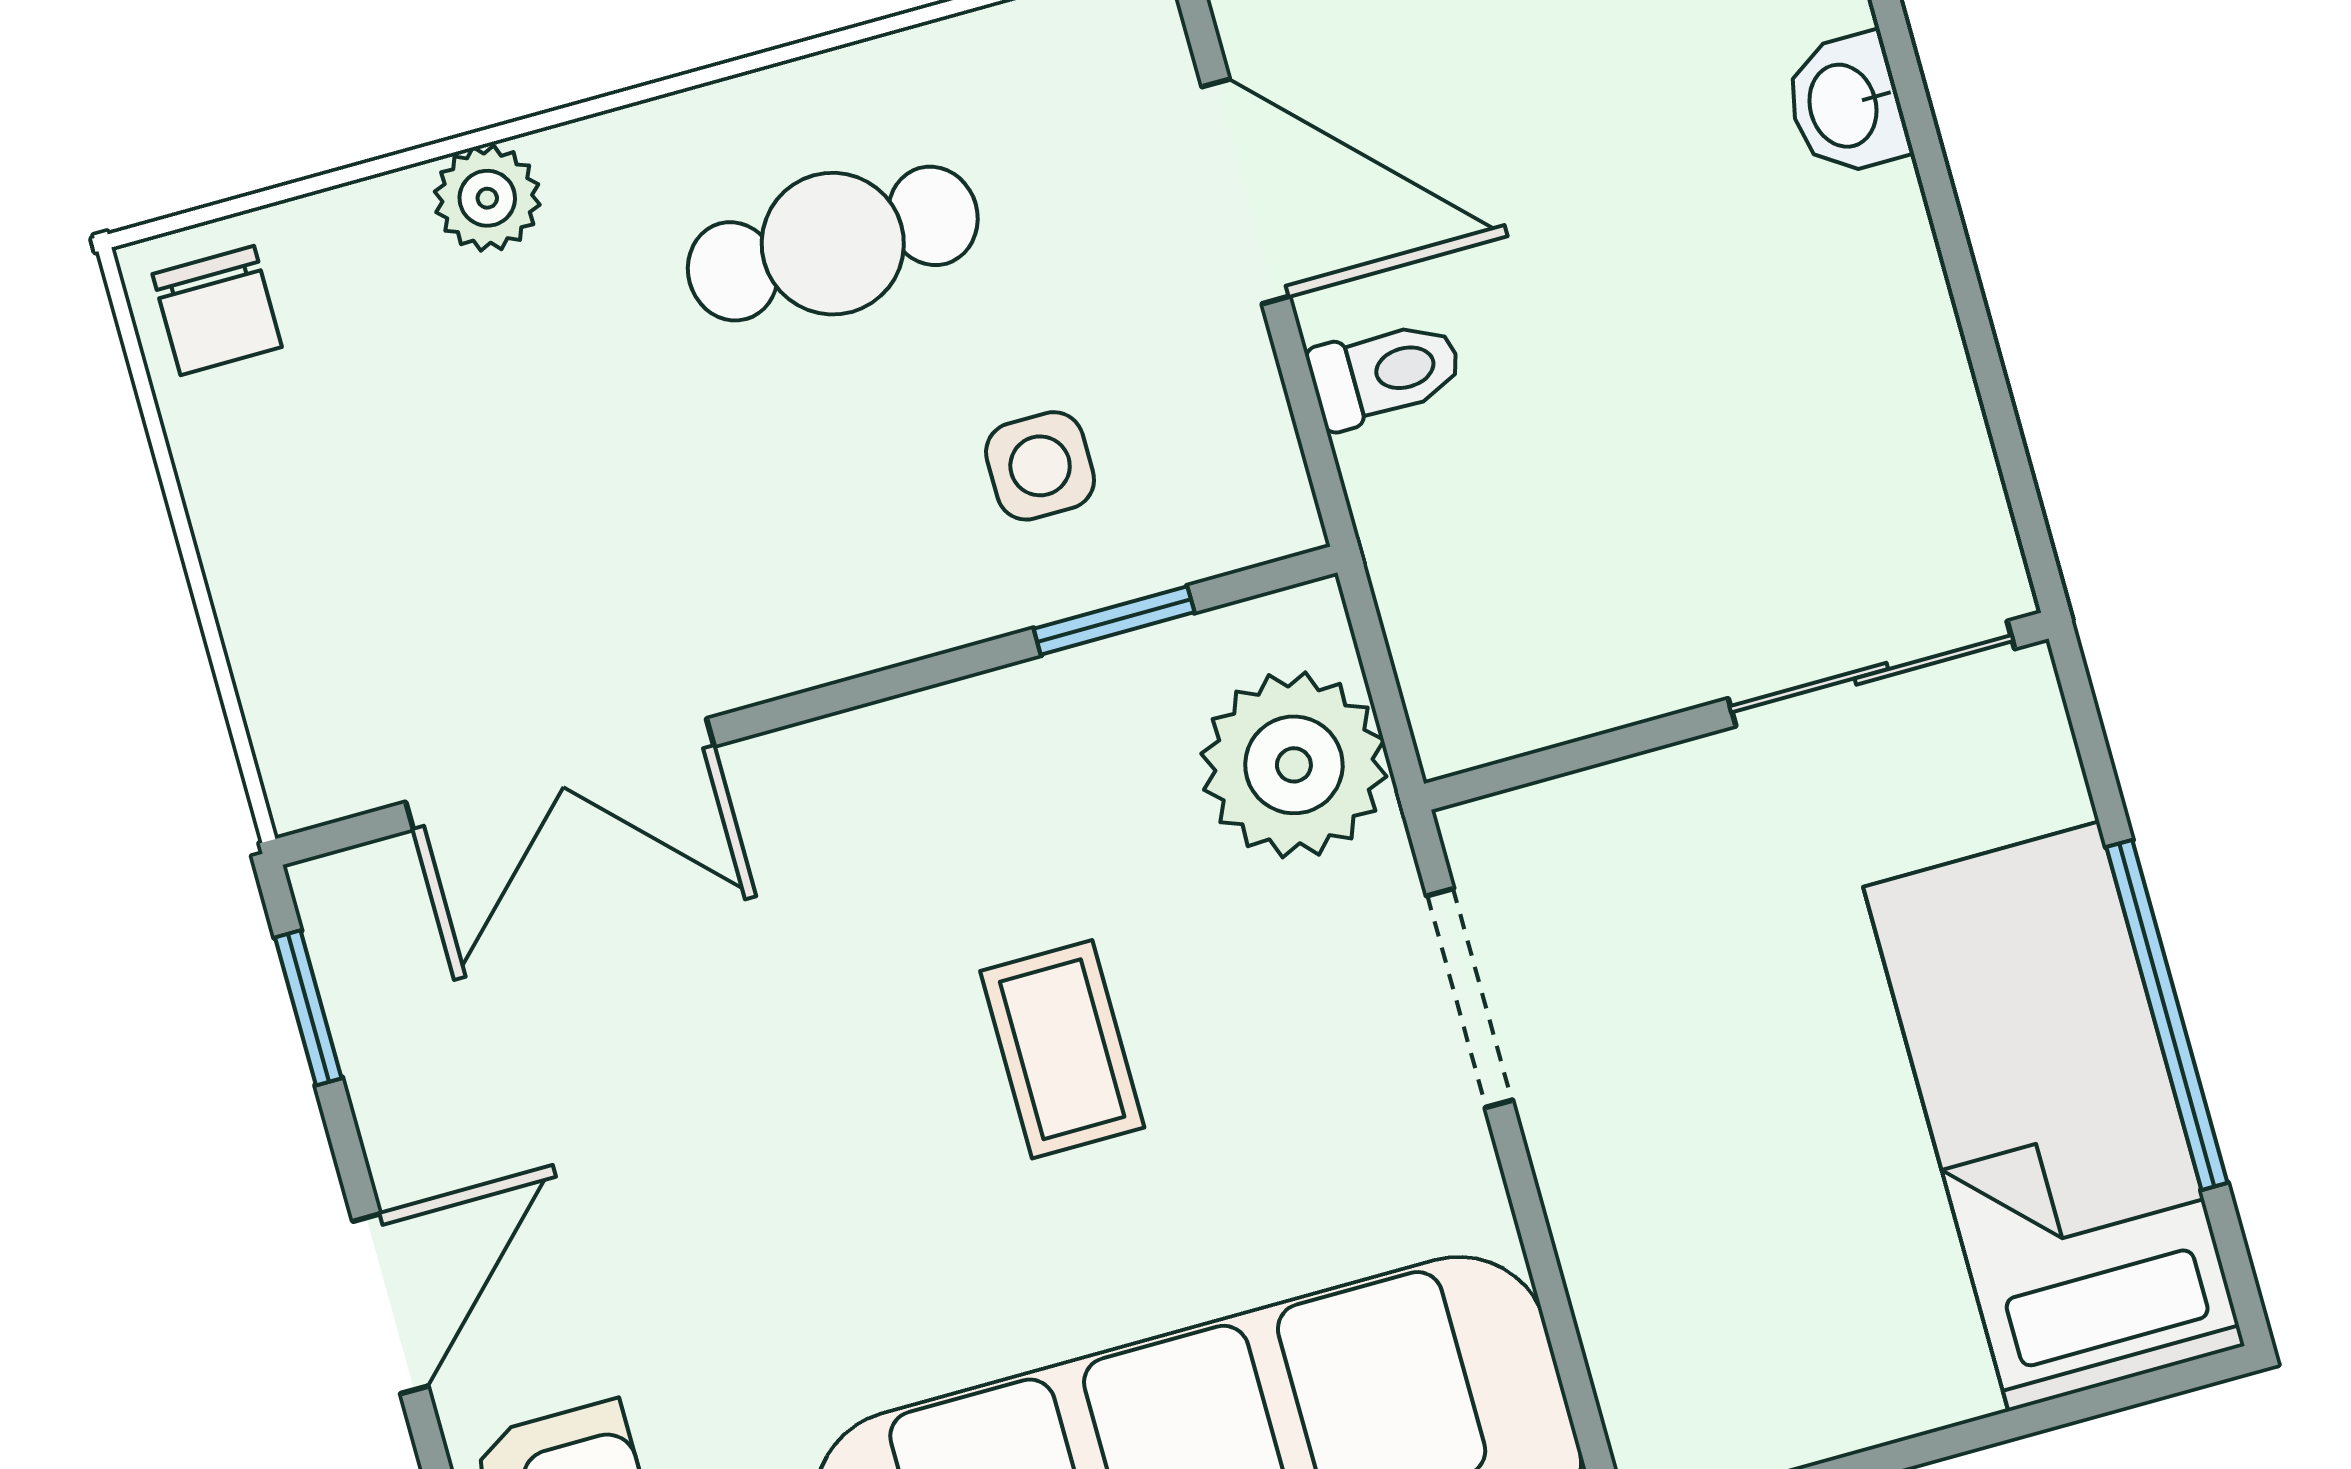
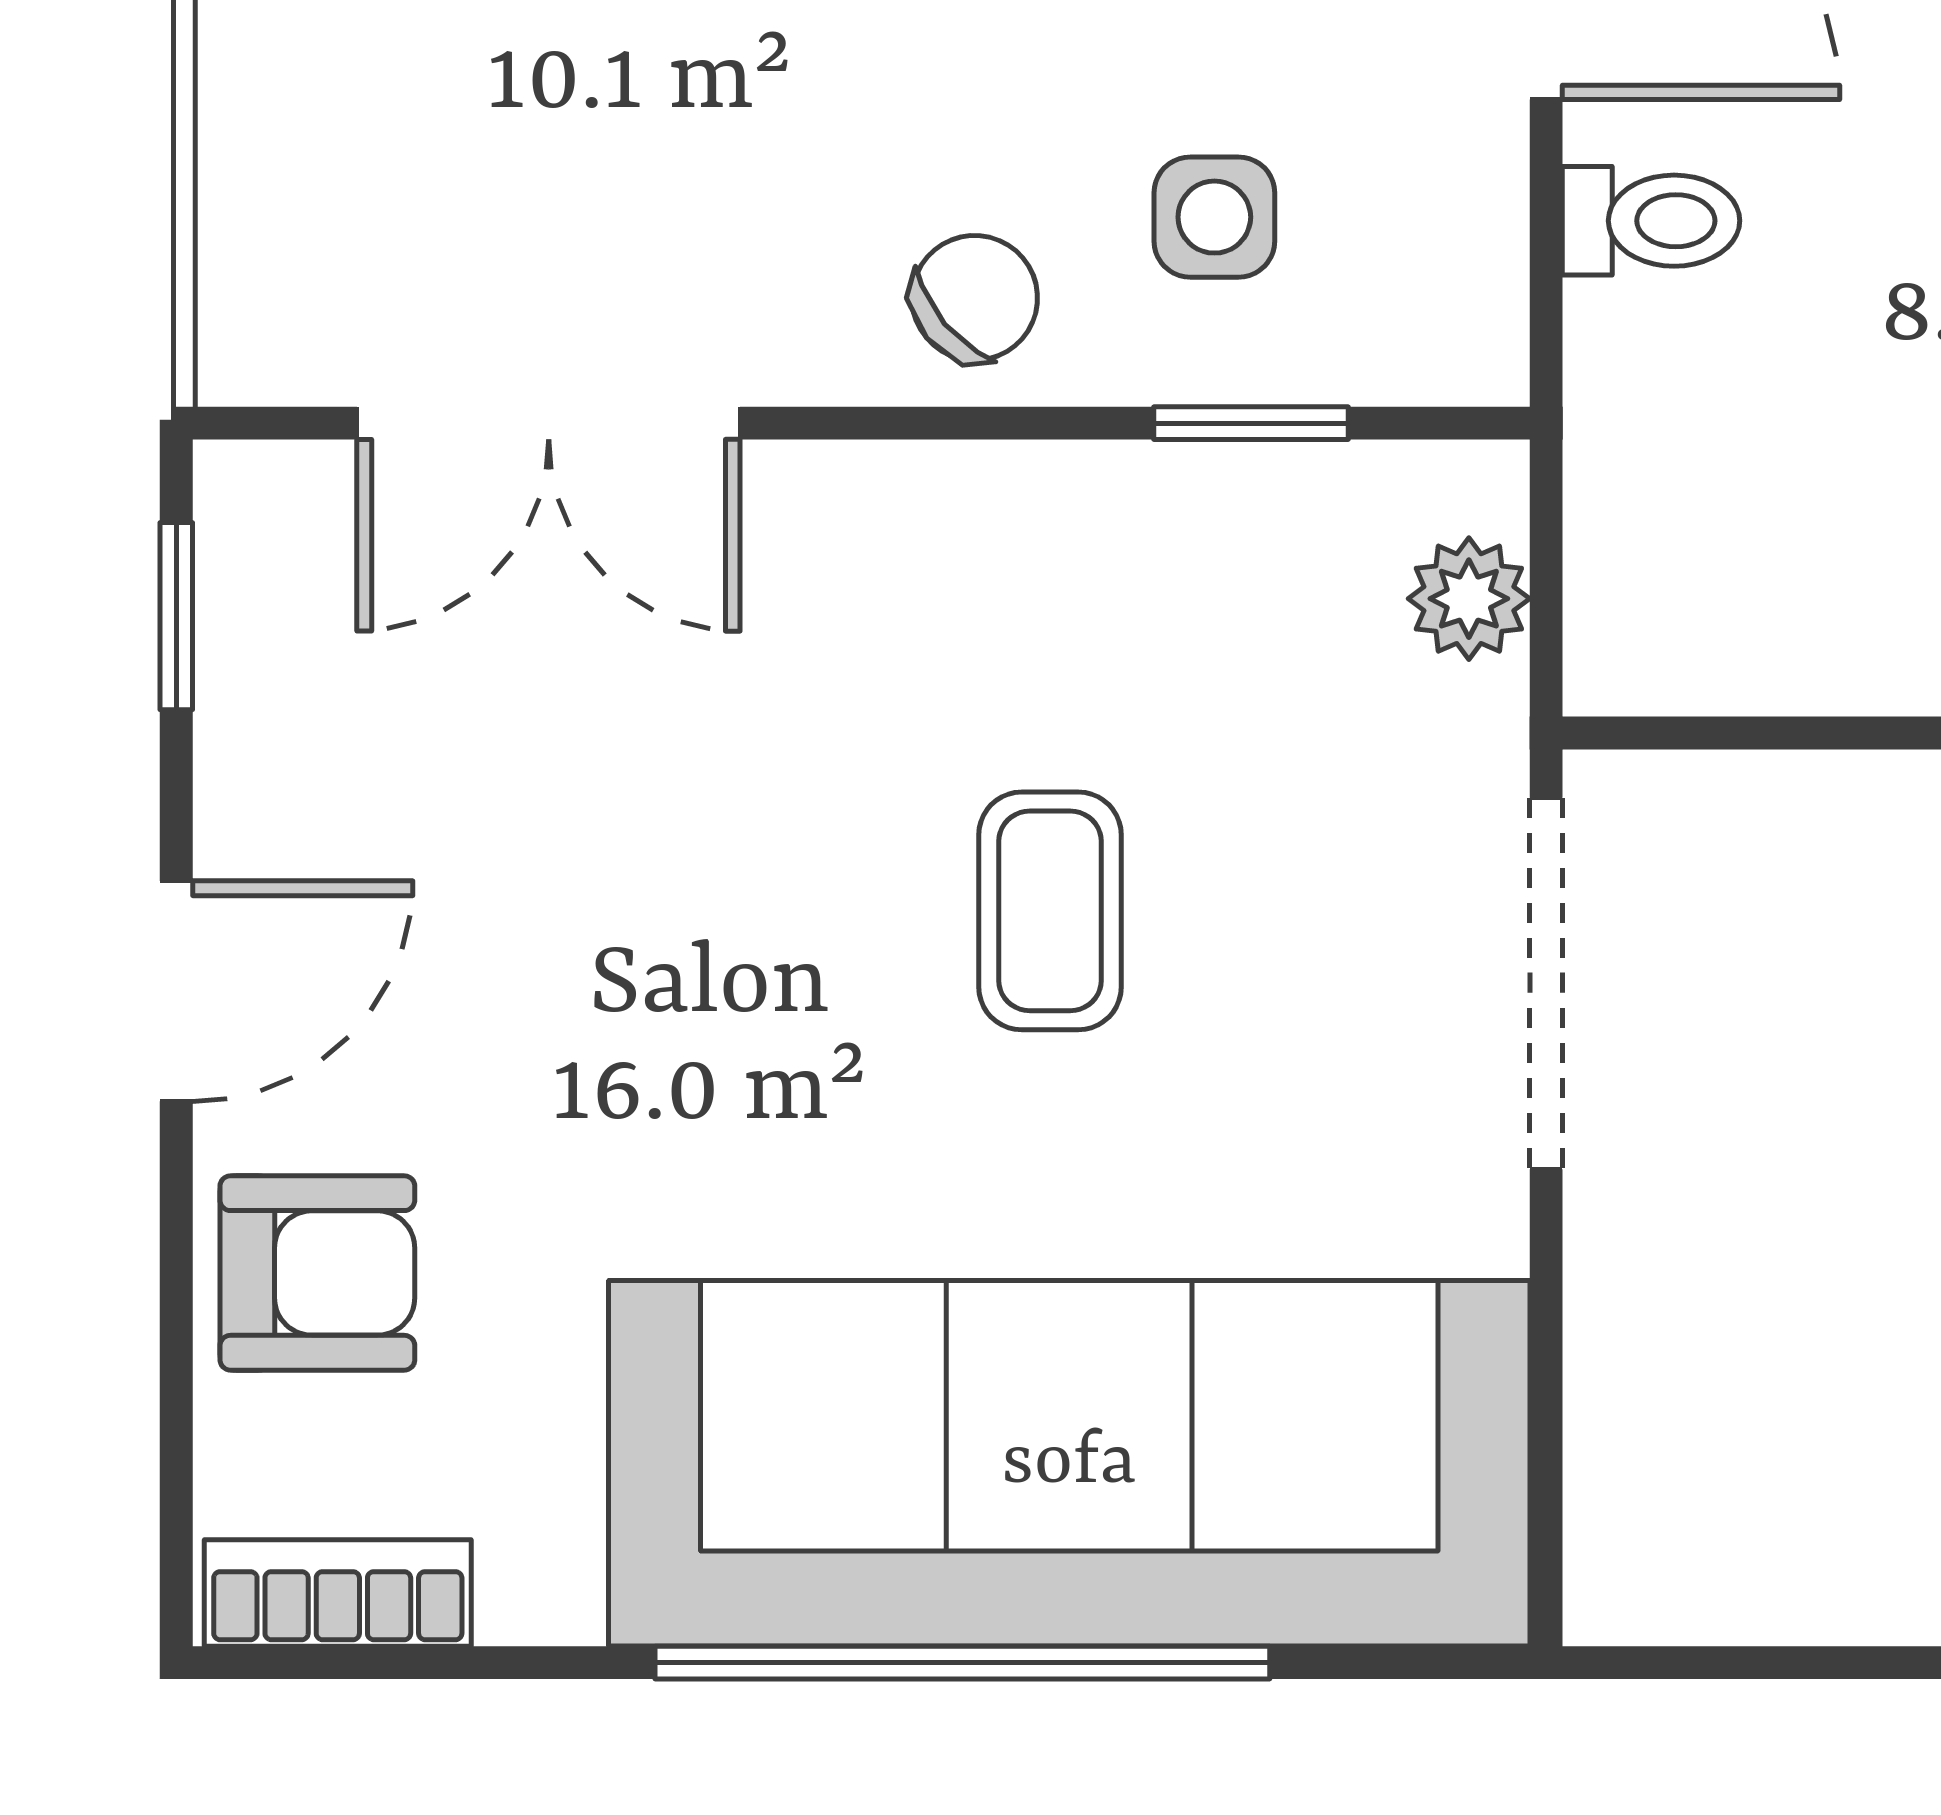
chair: (869, 582) -> (975, 298), added
plant: (1294, 765) -> (1469, 599), width x0.53, depth x0.53
doorway: (1469, 998) -> (1546, 984), width x1.38

